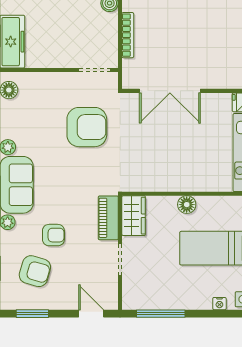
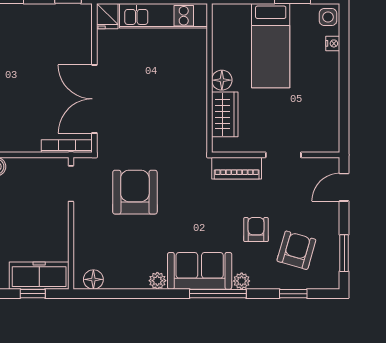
bookcase: (128, 35) -> (67, 146), moved
double door: (170, 91) -> (94, 99), swing flipped
wardrobe: (134, 216) -> (225, 114), moved, turned 90
window: (161, 314) -> (344, 109), removed

